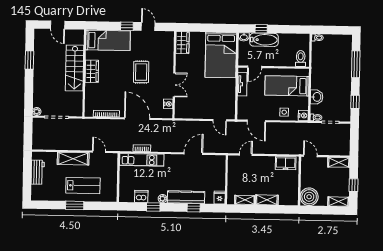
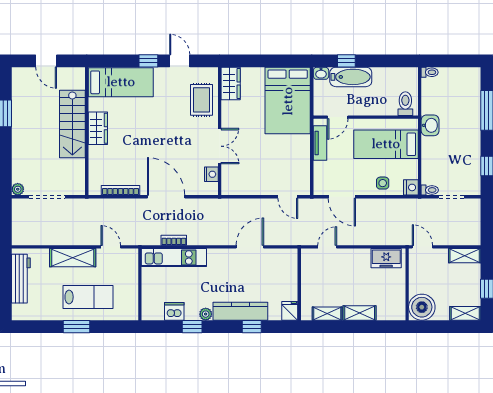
rug: (141, 72) -> (201, 100), moved
washbasin: (317, 97) -> (430, 125), moved
workbench: (38, 172) -> (21, 279), width x1.38

